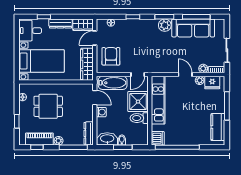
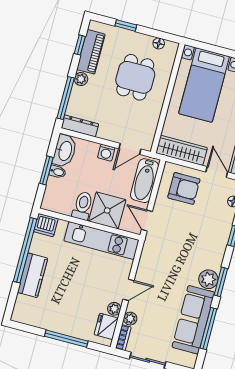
kitchen counter: (218, 127) -> (33, 275), moved, turned 90

